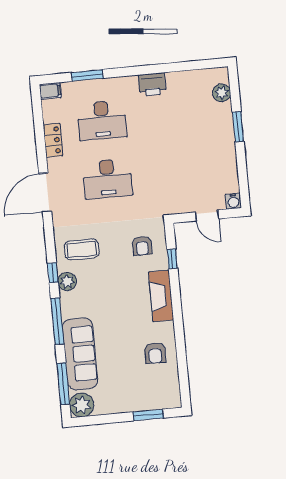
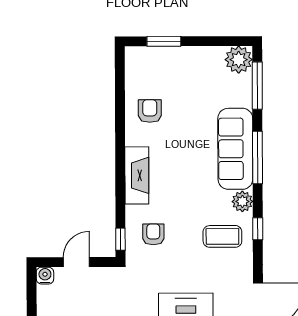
door: (207, 215) -> (76, 262), hinge flipped
window: (172, 259) -> (120, 239), moved
window: (53, 273) -> (258, 229), moved
sofa: (80, 354) -> (235, 149), moved

